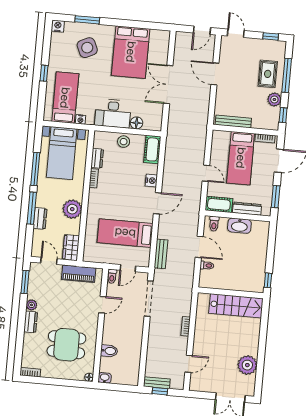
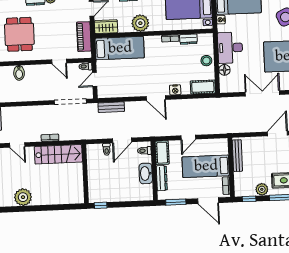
bed: (125, 233) -> (120, 48), moved, turned 90
door: (128, 268) -> (95, 80), hinge flipped
stairs: (236, 306) -> (58, 154), moved, turned -90

